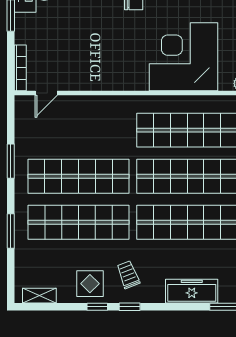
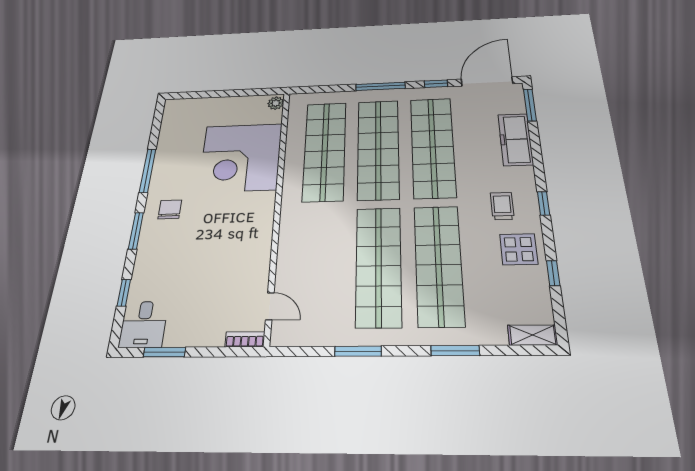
bookcase: (20, 68) -> (245, 339), width x0.64
trolley: (128, 275) -> (502, 206), turned 111
shelving: (39, 296) -> (533, 335), moved, turned 90
window: (97, 307) -> (553, 273), moved

